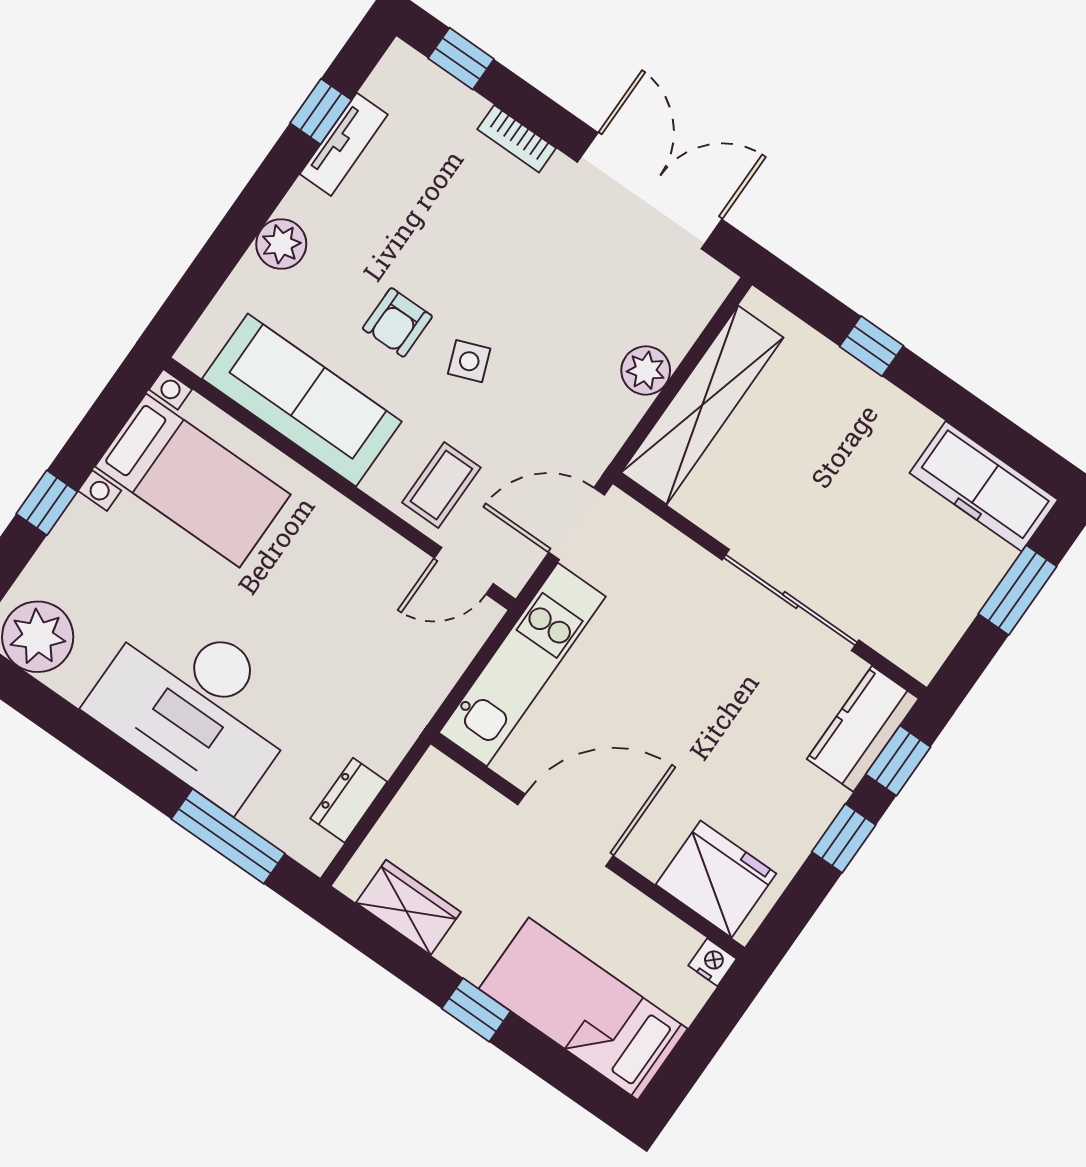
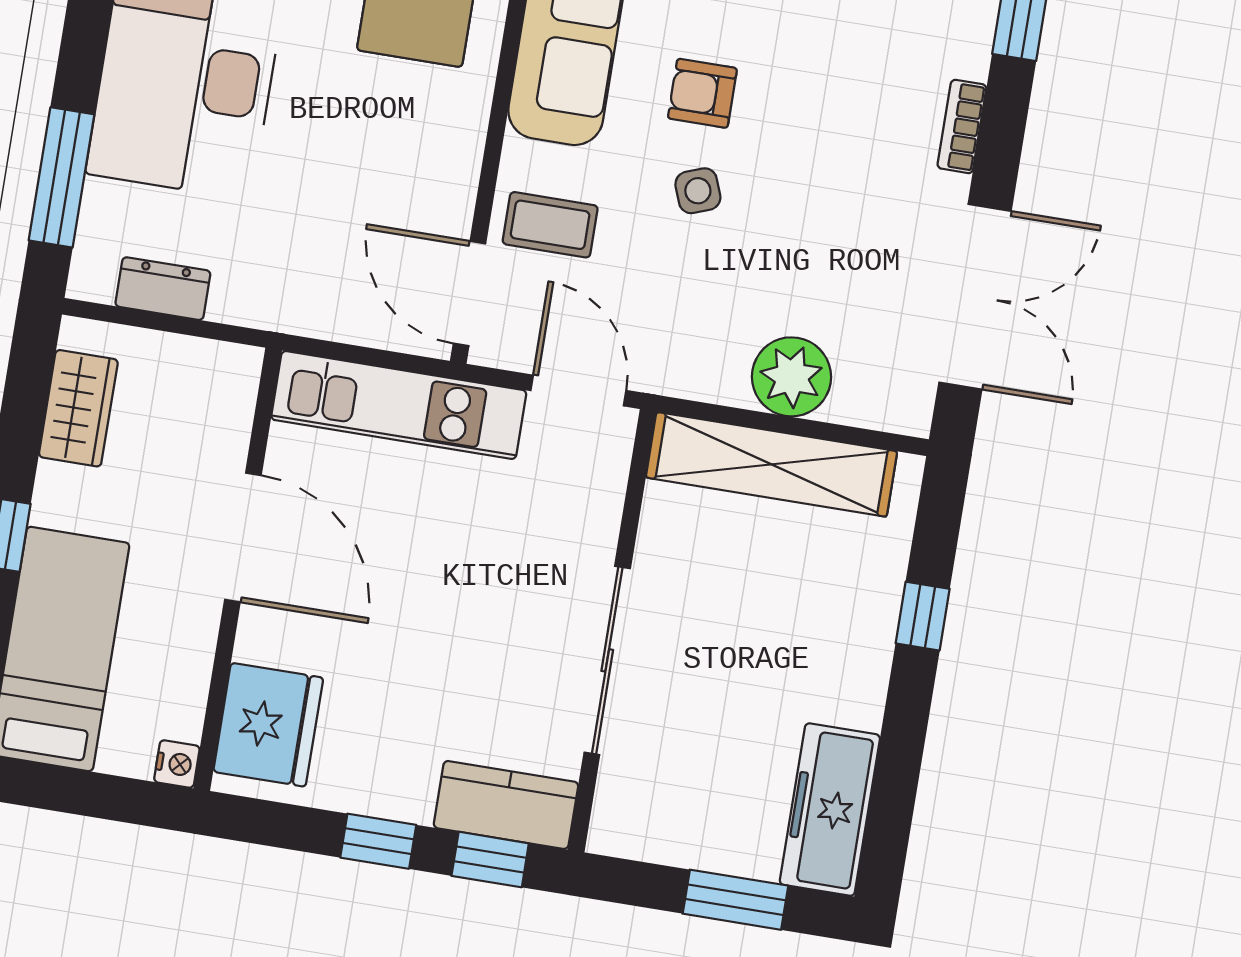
plant: (646, 370) -> (791, 377), width x1.36, depth x1.36
door: (464, 571) -> (469, 294), width x1.37

